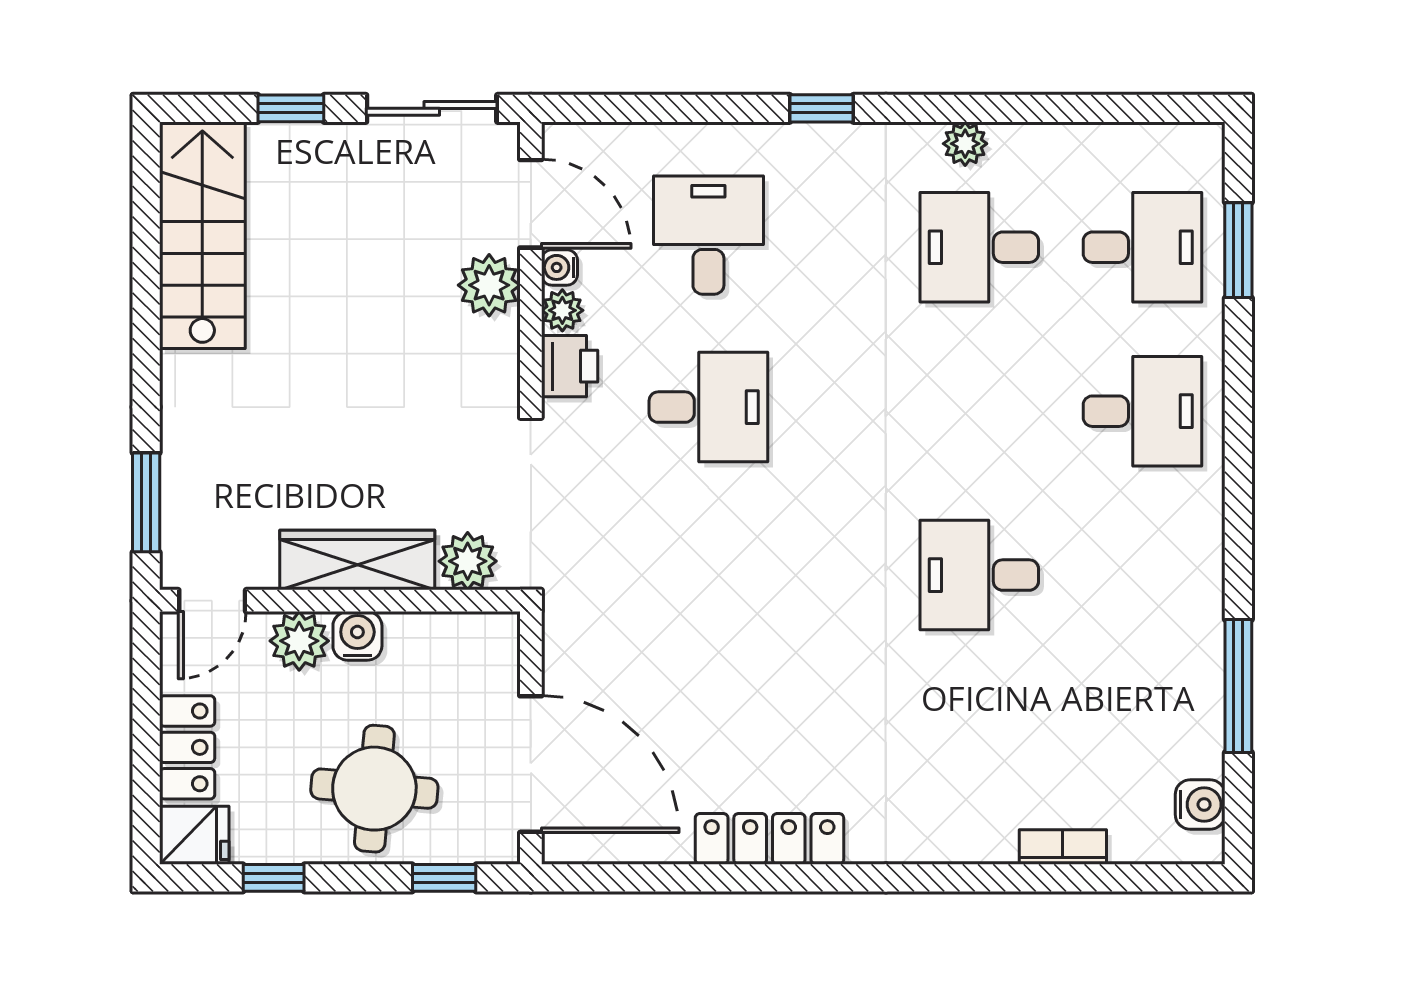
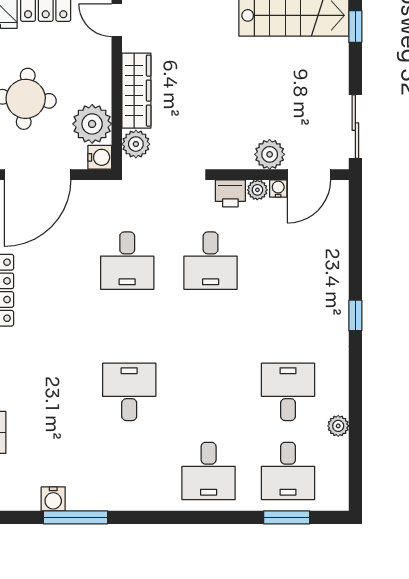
window: (291, 108) -> (355, 26), moved
plant: (965, 144) -> (338, 426), moved
desk: (708, 235) -> (127, 261), moved, turned 90
water cooler: (357, 636) -> (100, 157), moved
plant: (299, 641) -> (92, 124), moved, width x1.36, depth x1.36
water cooler: (1200, 805) -> (53, 499), moved

